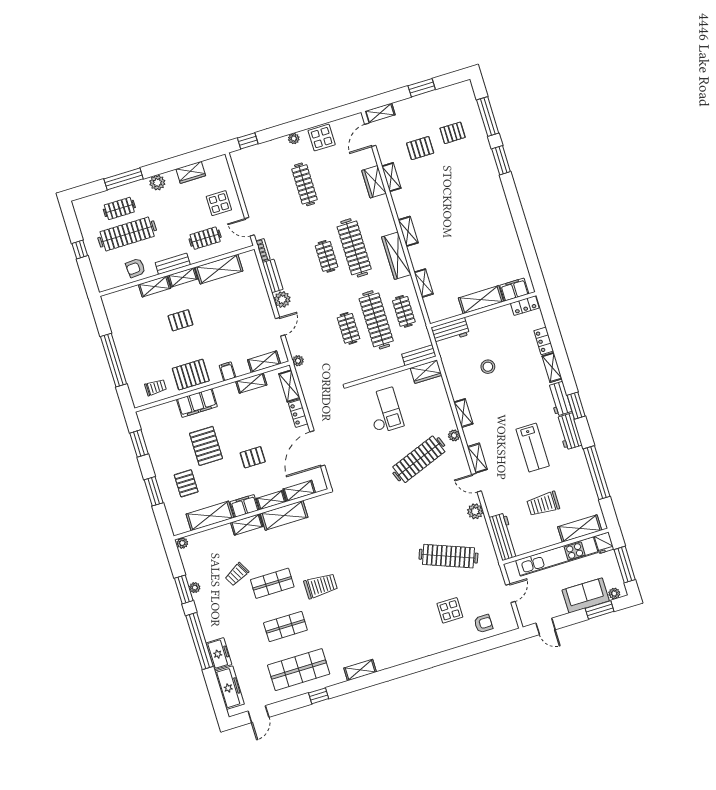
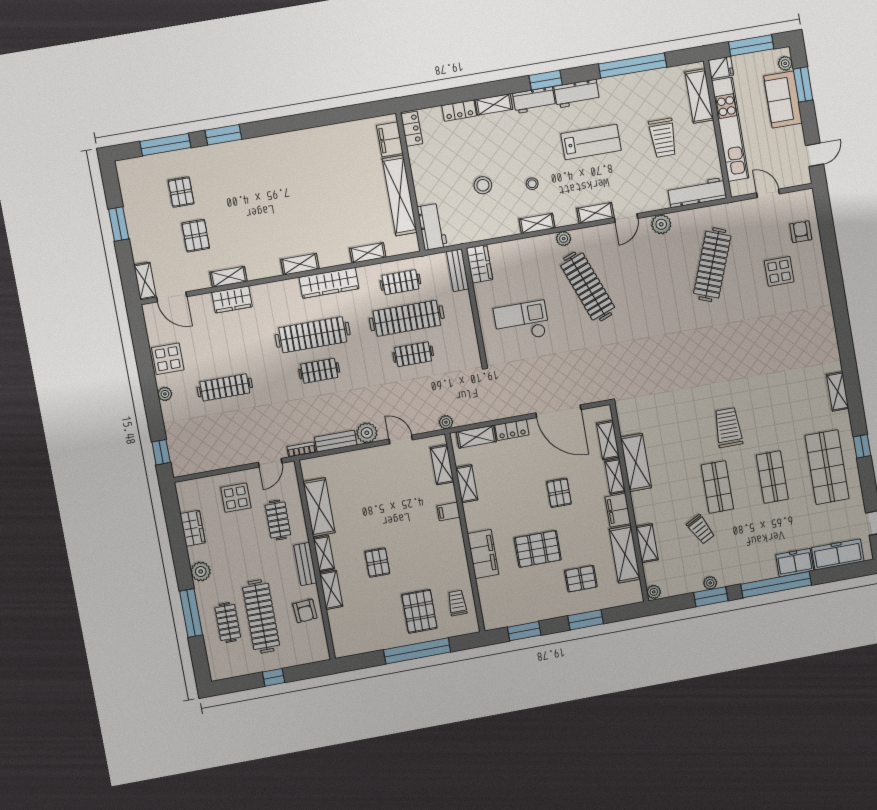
shelving: (481, 300) -> (400, 195), width x1.47
pallet: (191, 375) -> (419, 611), moved
stool: (494, 405) -> (532, 184), added
shelving: (247, 525) -> (647, 543), moved

